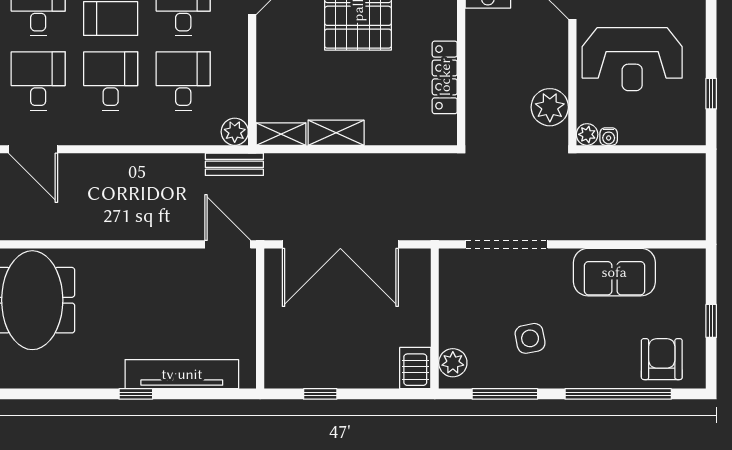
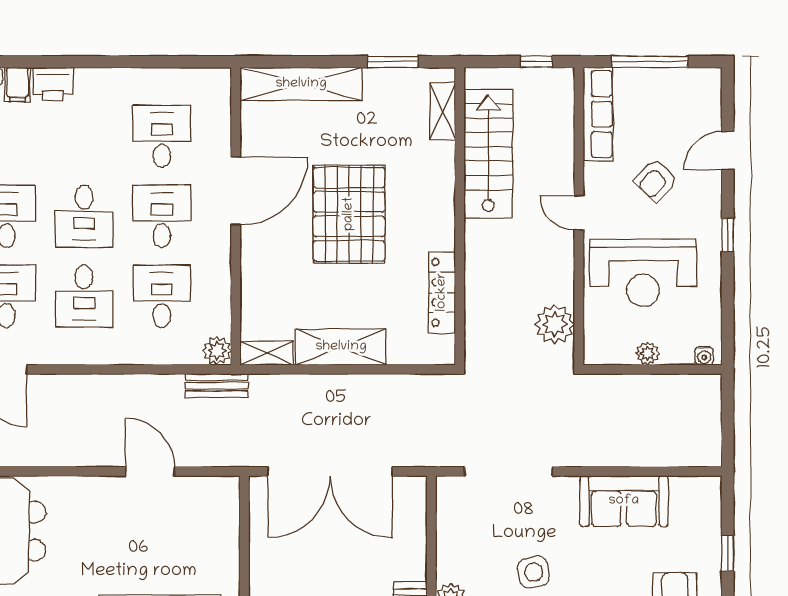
desk: (111, 81) -> (84, 296), turned 180
window: (711, 94) -> (728, 235), moved
shelving: (336, 133) -> (341, 347), width x1.50, depth x1.33
plant: (587, 134) -> (648, 354), moved
water cooler: (609, 137) -> (704, 356), moved
door: (228, 244) -> (150, 471), moved

